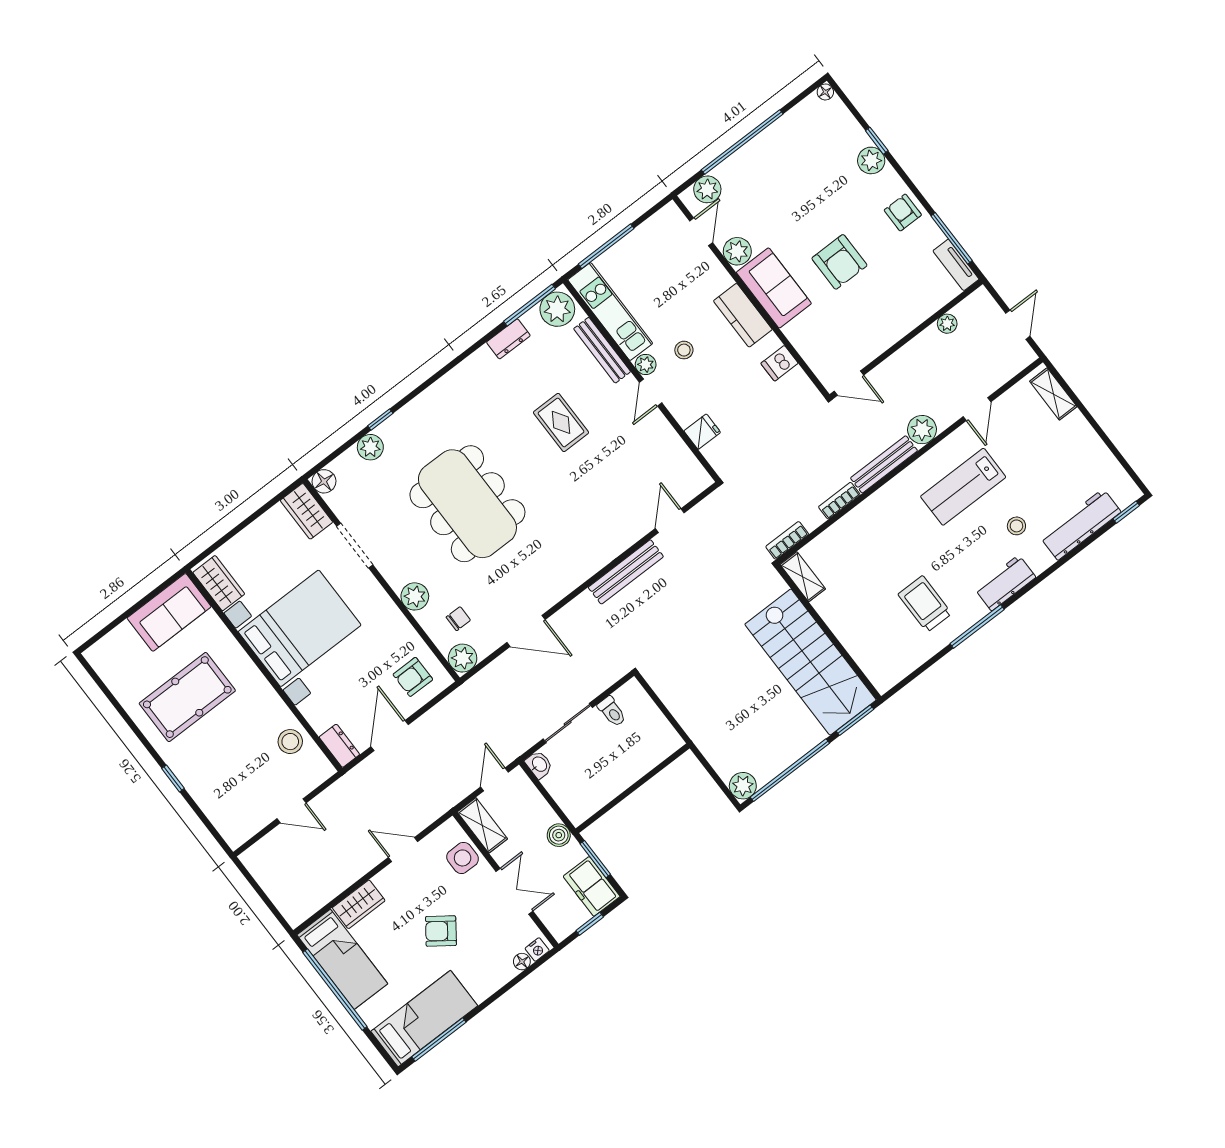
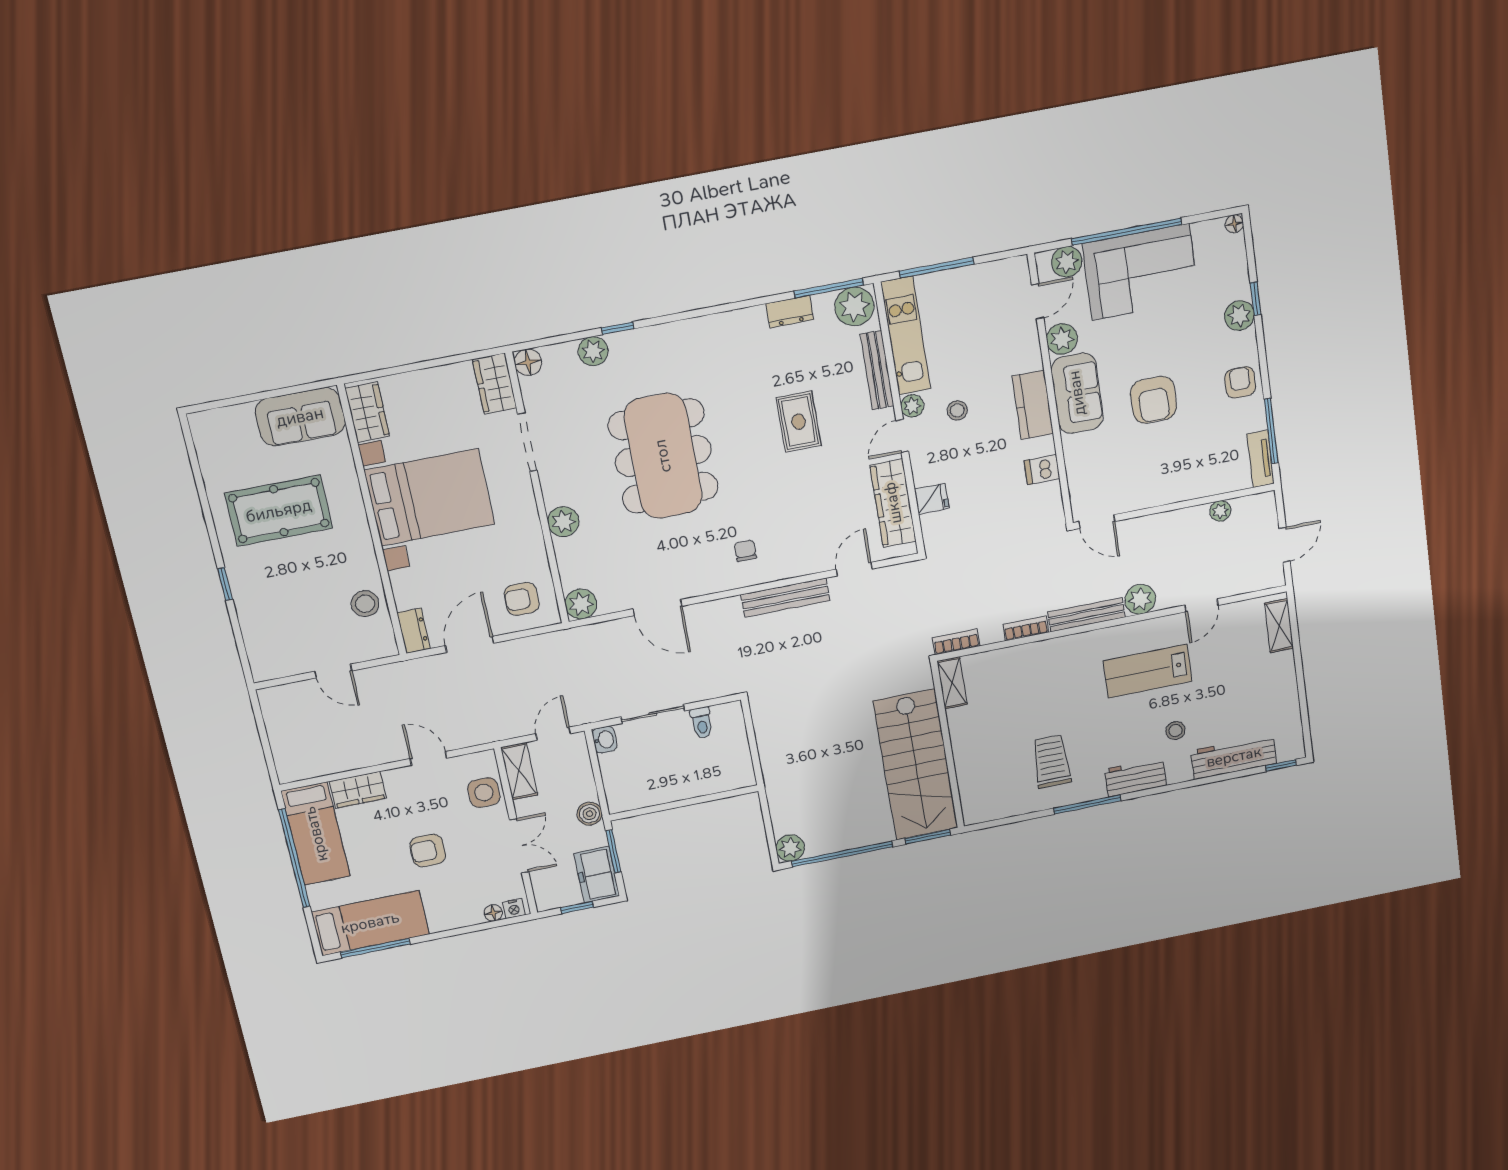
corner sofa: (771, 167) -> (1141, 272), added
wardrobe: (672, 451) -> (893, 503), added
chair: (458, 619) -> (745, 551), moved, turned -90
armchair: (441, 931) -> (428, 851), turned -36

